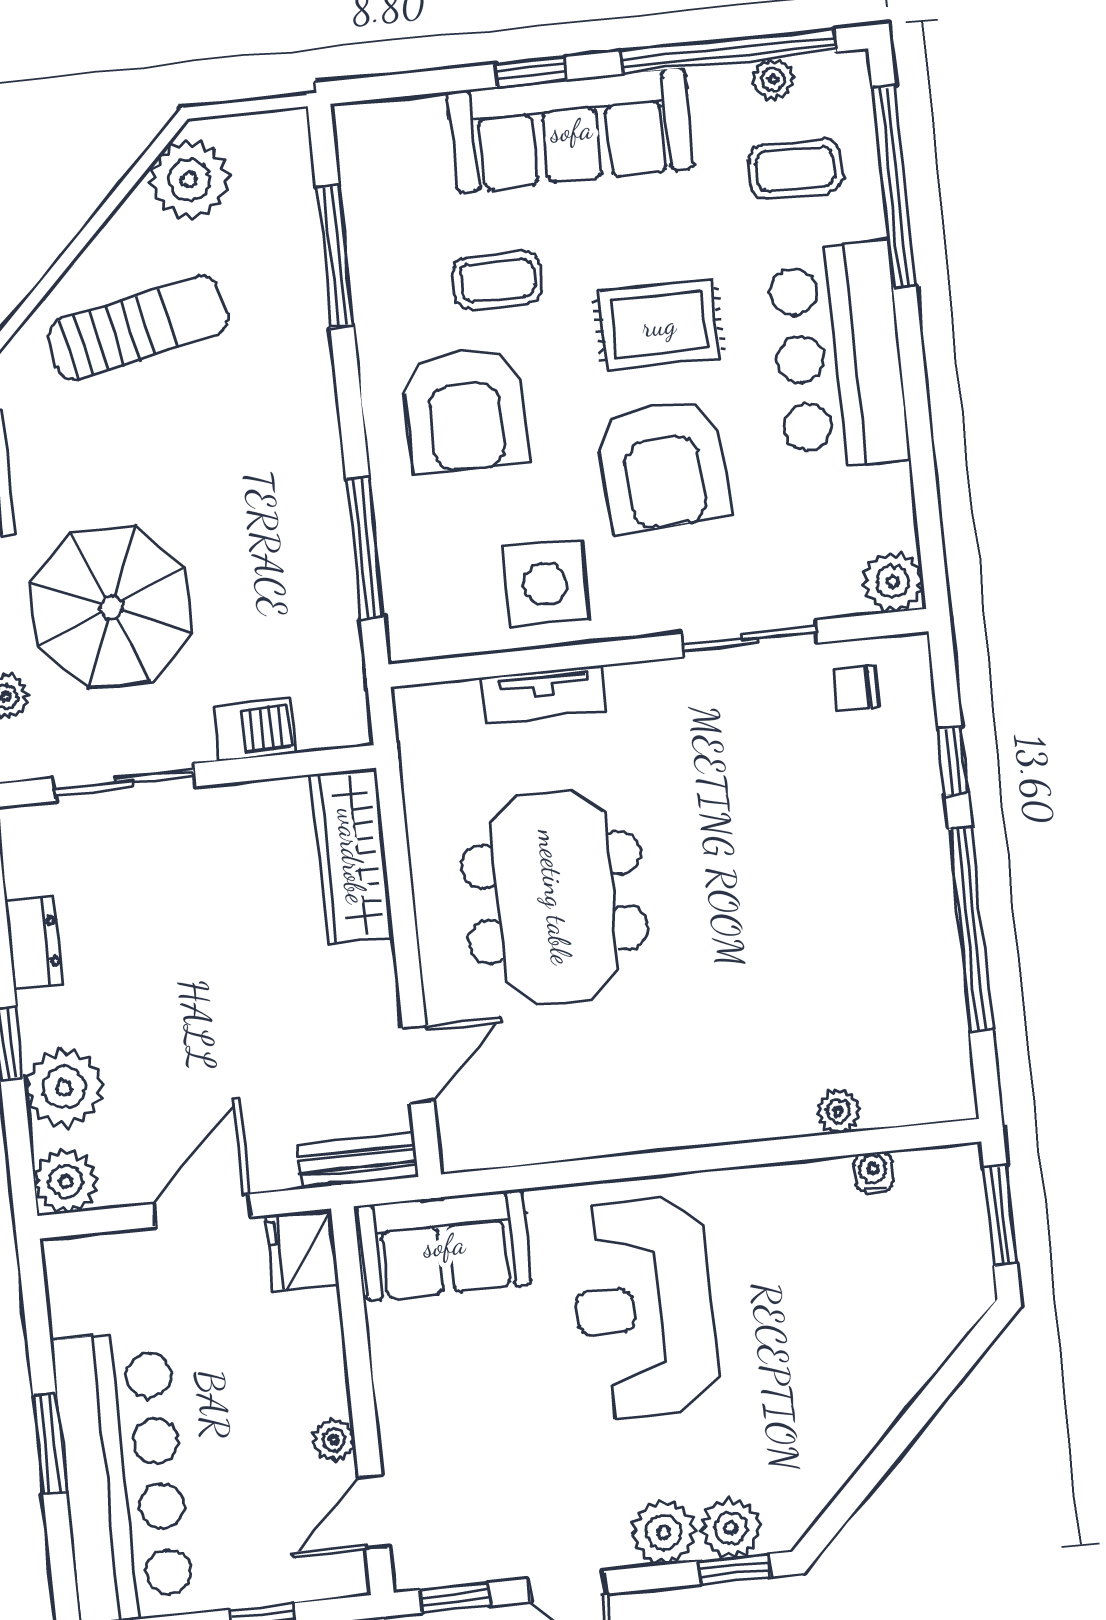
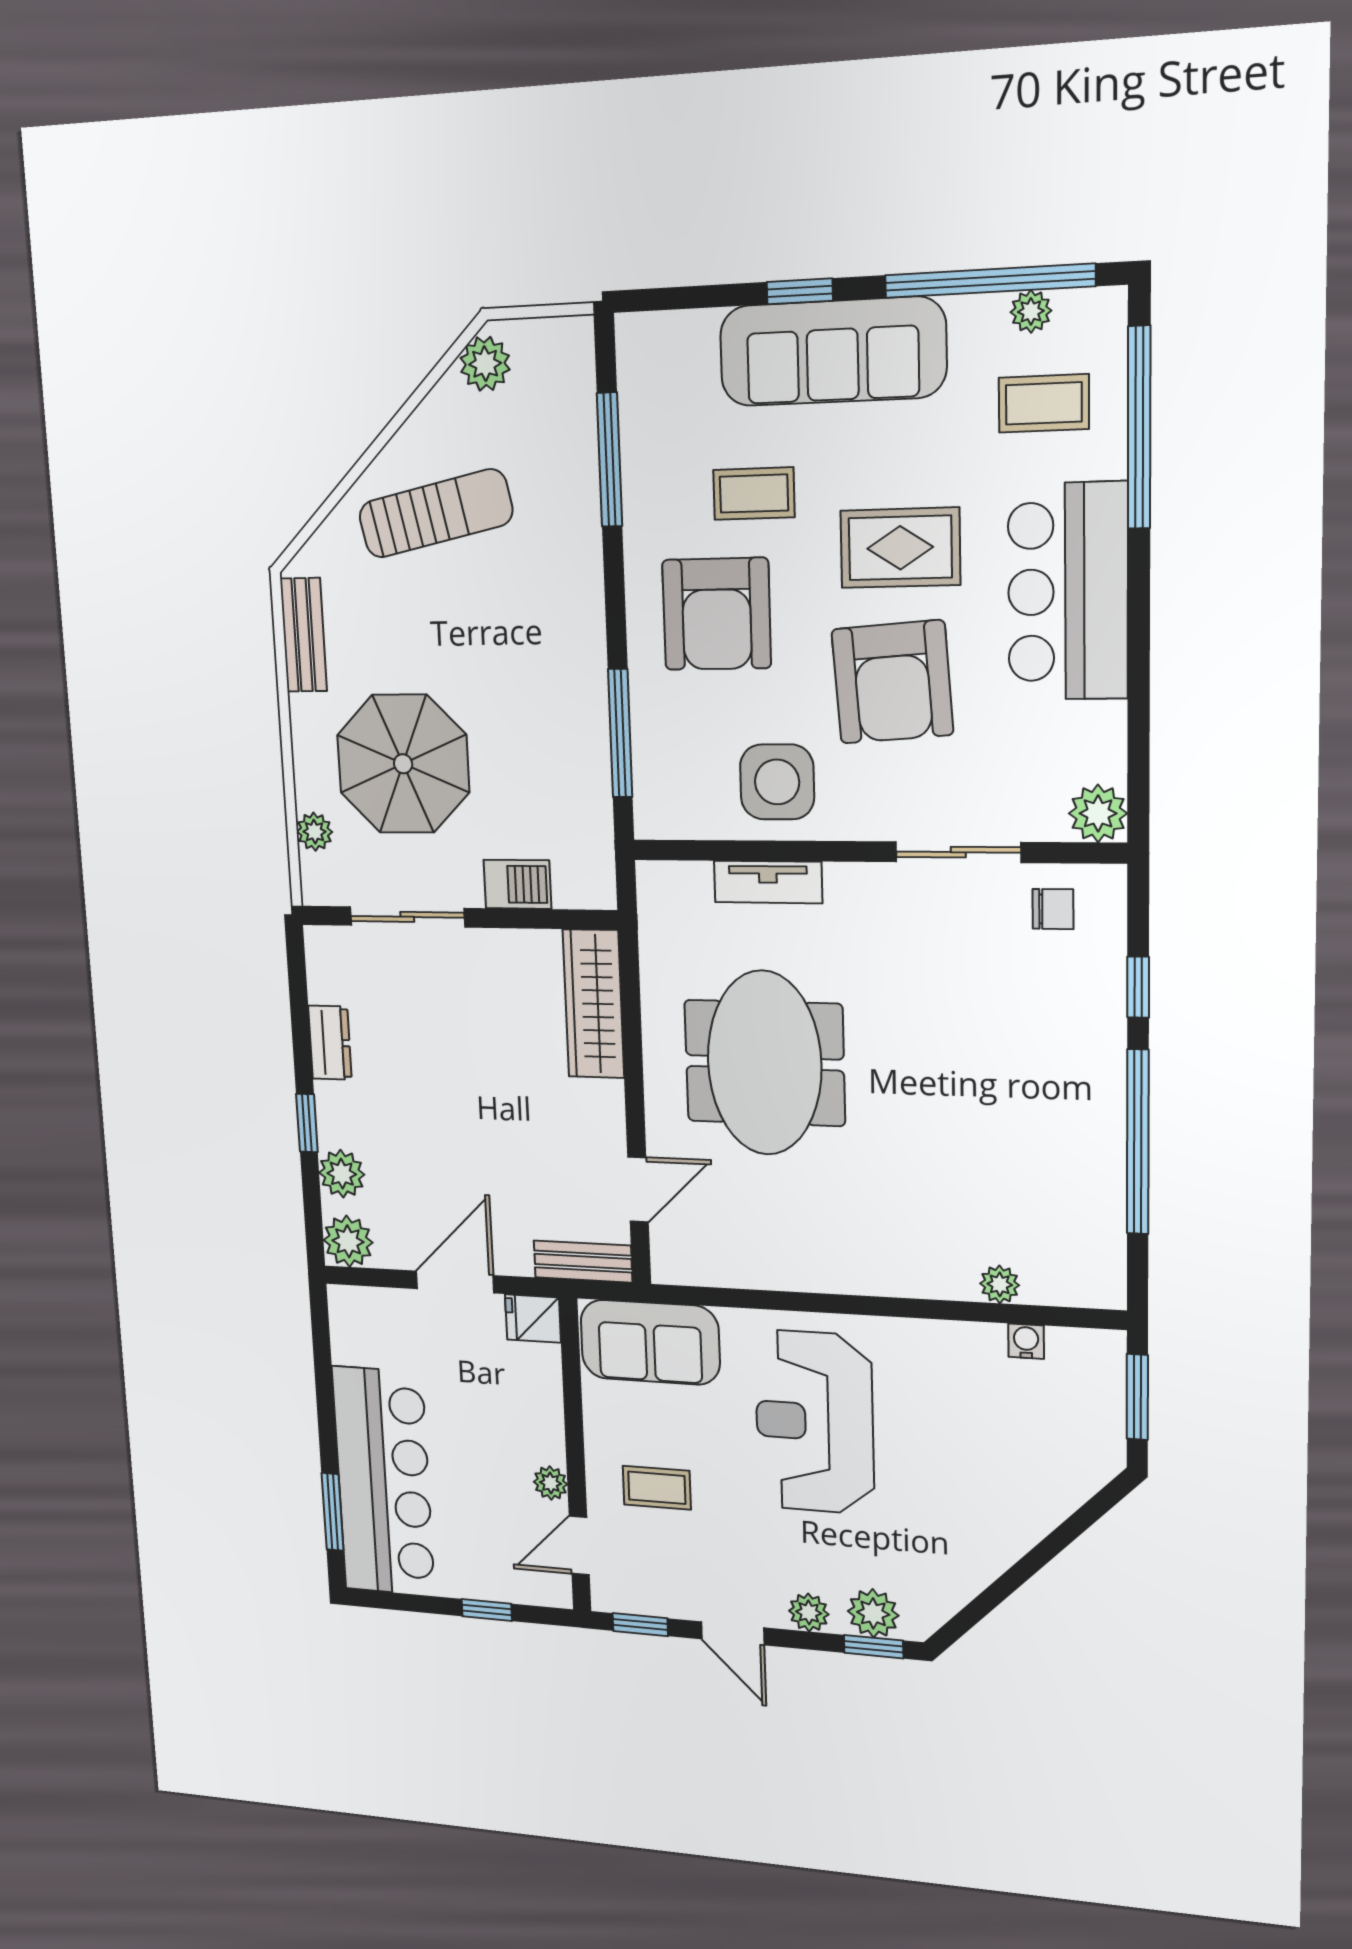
plant: (189, 180) -> (485, 364), width x0.73, depth x0.73
chair: (856, 688) -> (1053, 909), turned 180
plant: (64, 1088) -> (342, 1174), width x0.73, depth x0.73
fridge: (302, 1250) -> (533, 1319), width x0.72
coffee table: (464, 1422) -> (657, 1488), added
window: (50, 1444) -> (333, 1512), moved
plant: (664, 1532) -> (809, 1612), width x0.73, depth x0.73

